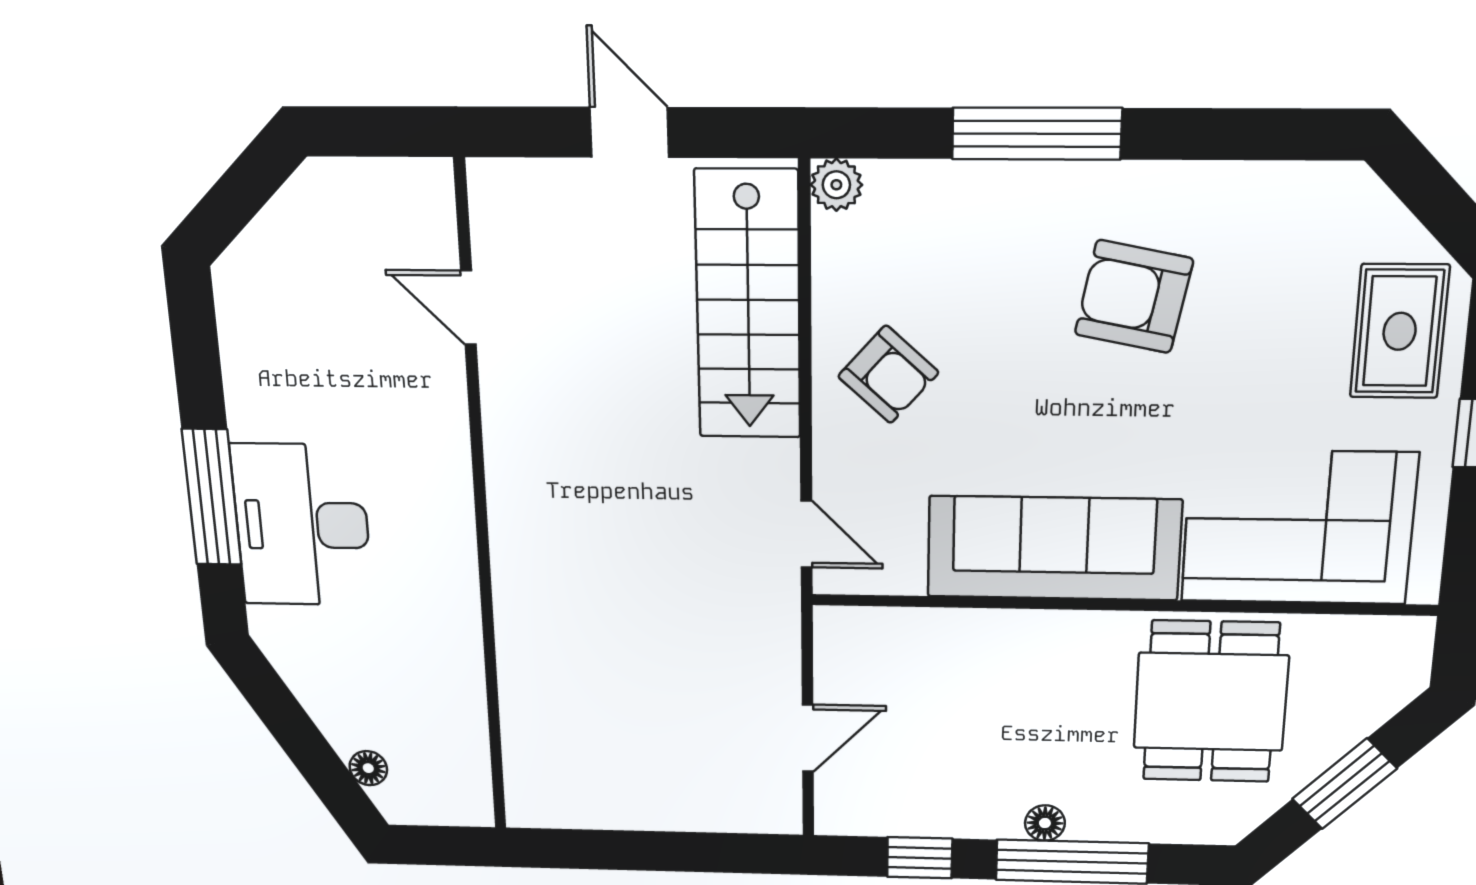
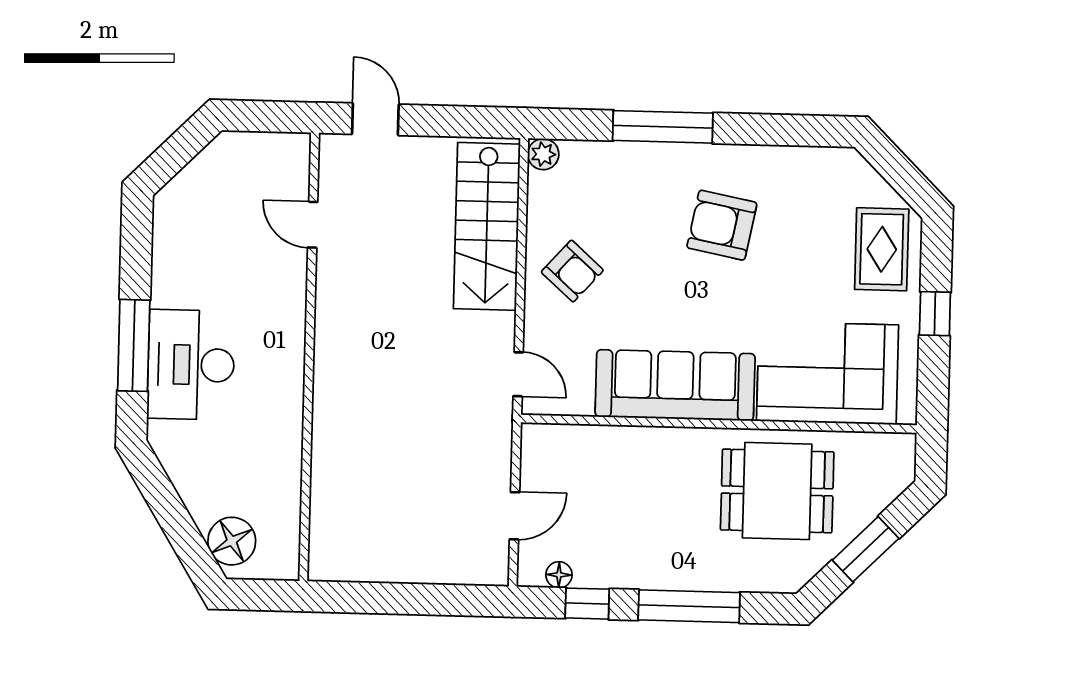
door: (629, 132) -> (375, 119), moved
dining table: (1211, 702) -> (777, 491), turned 90
floor lamp: (368, 768) -> (232, 541), width x1.89, depth x1.89
floor lamp: (1045, 823) -> (559, 575), moved

